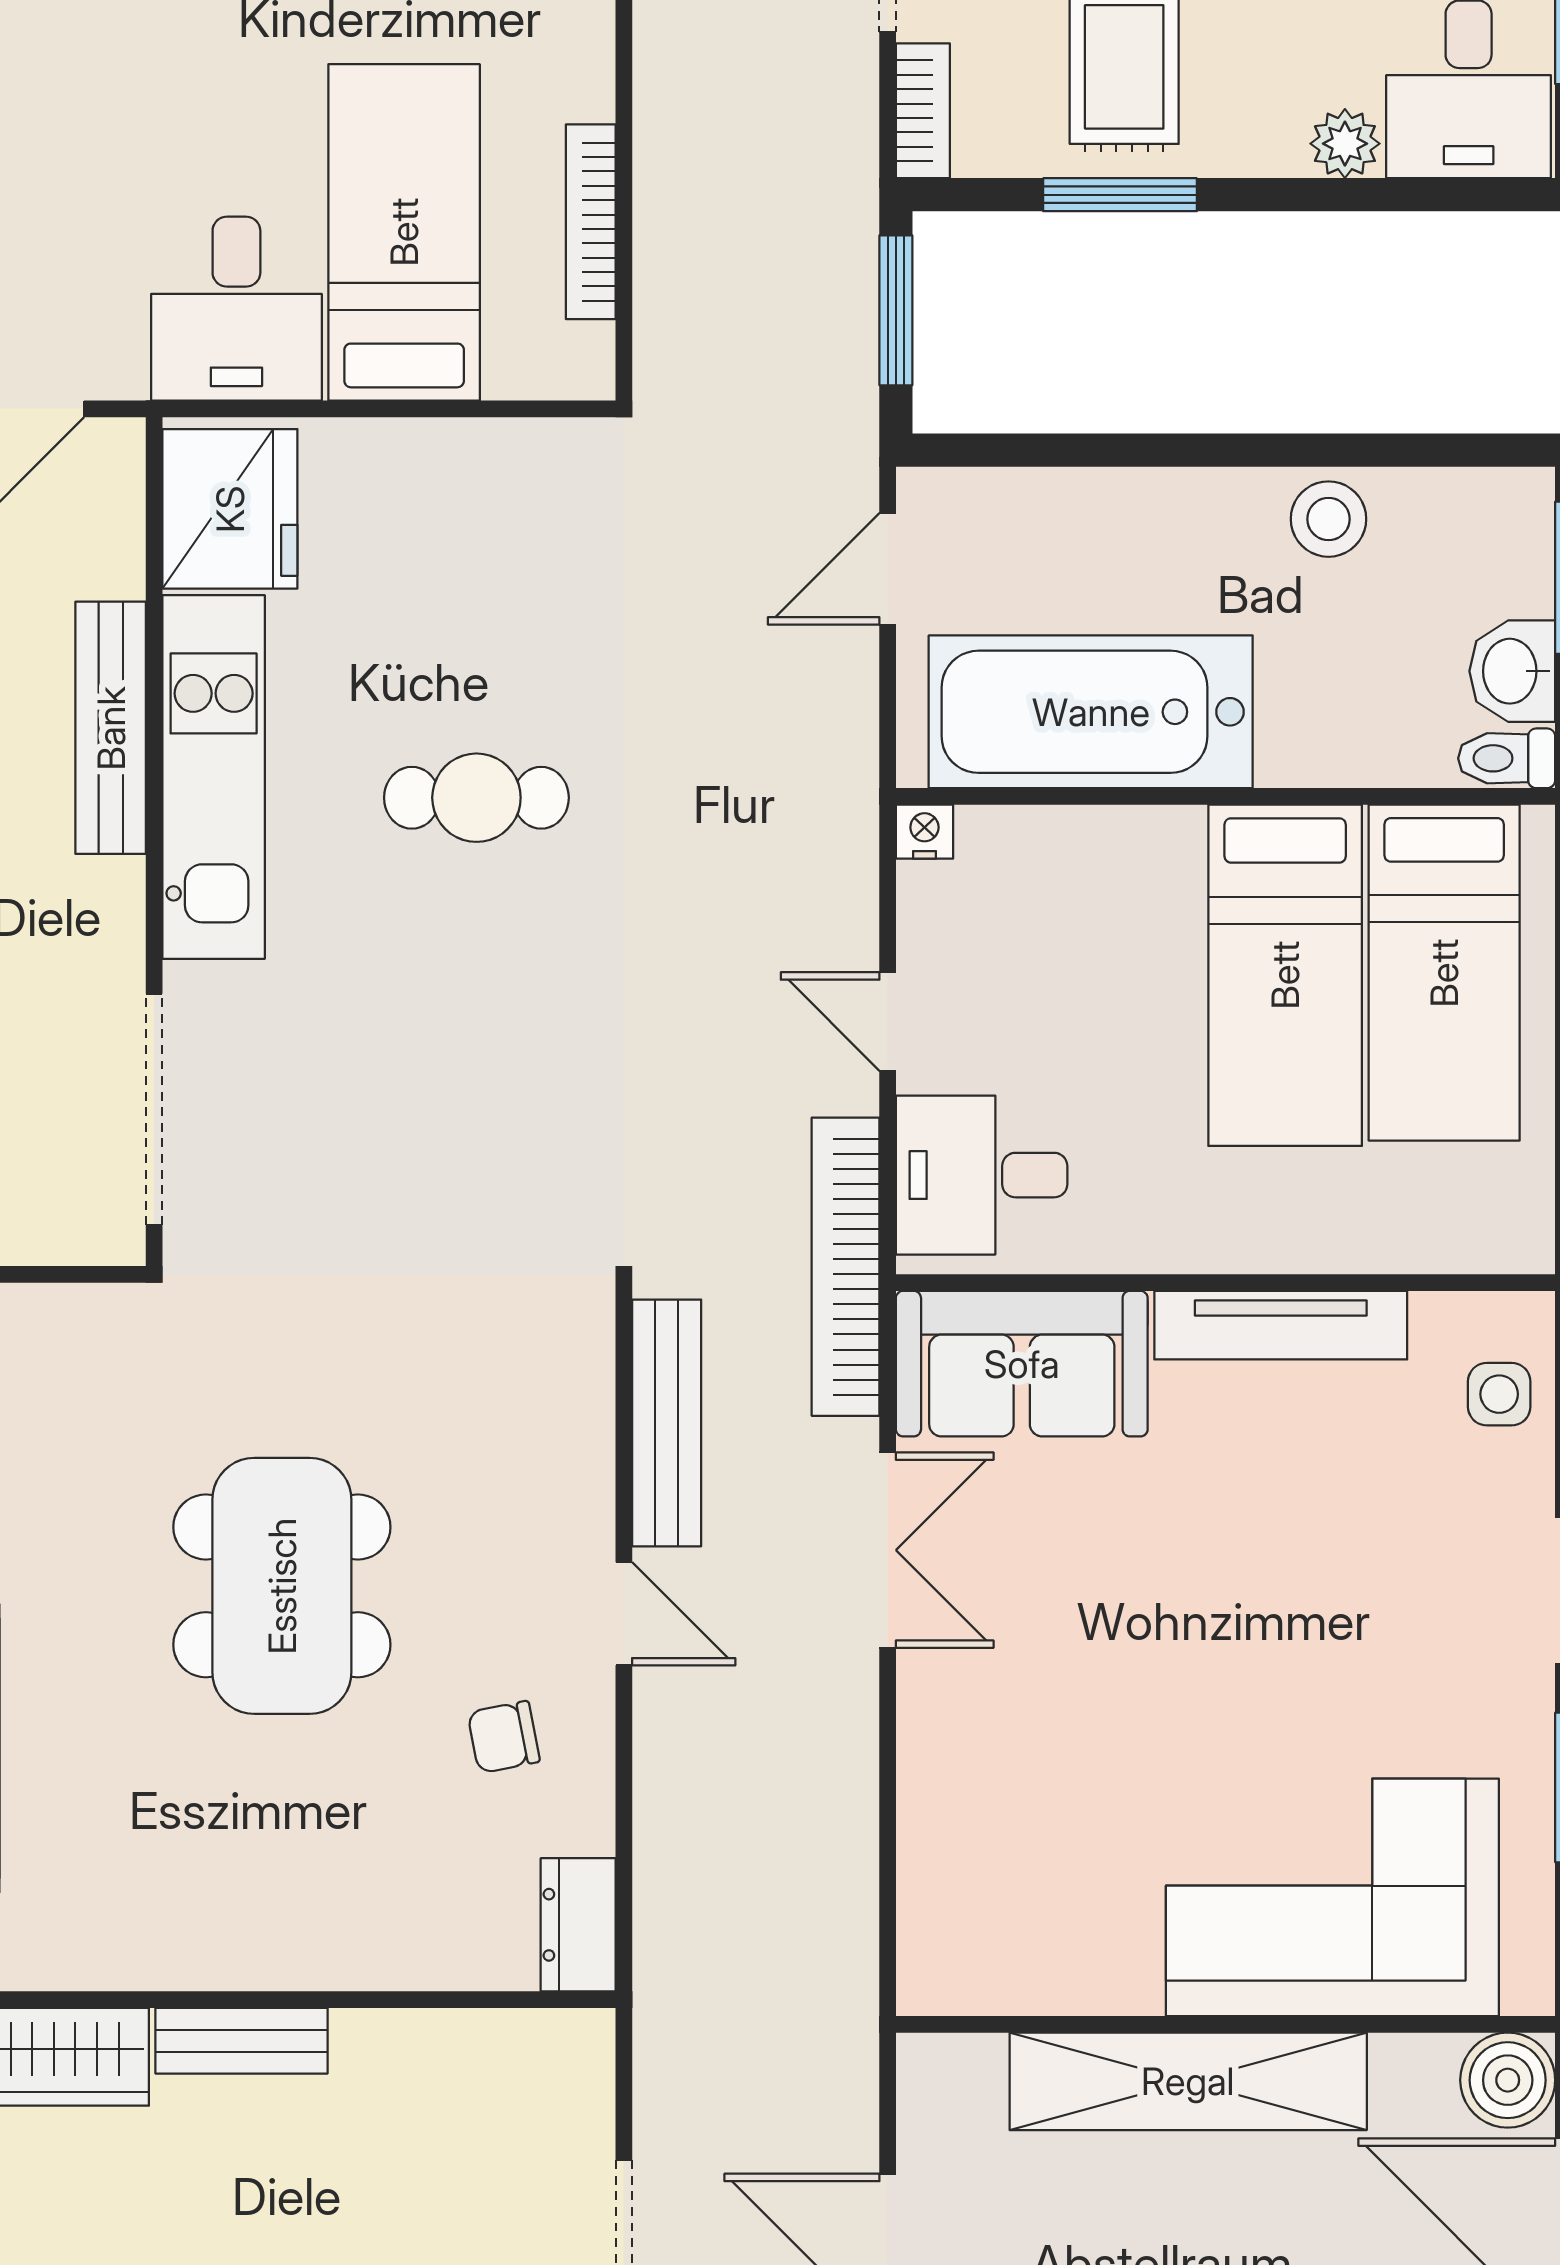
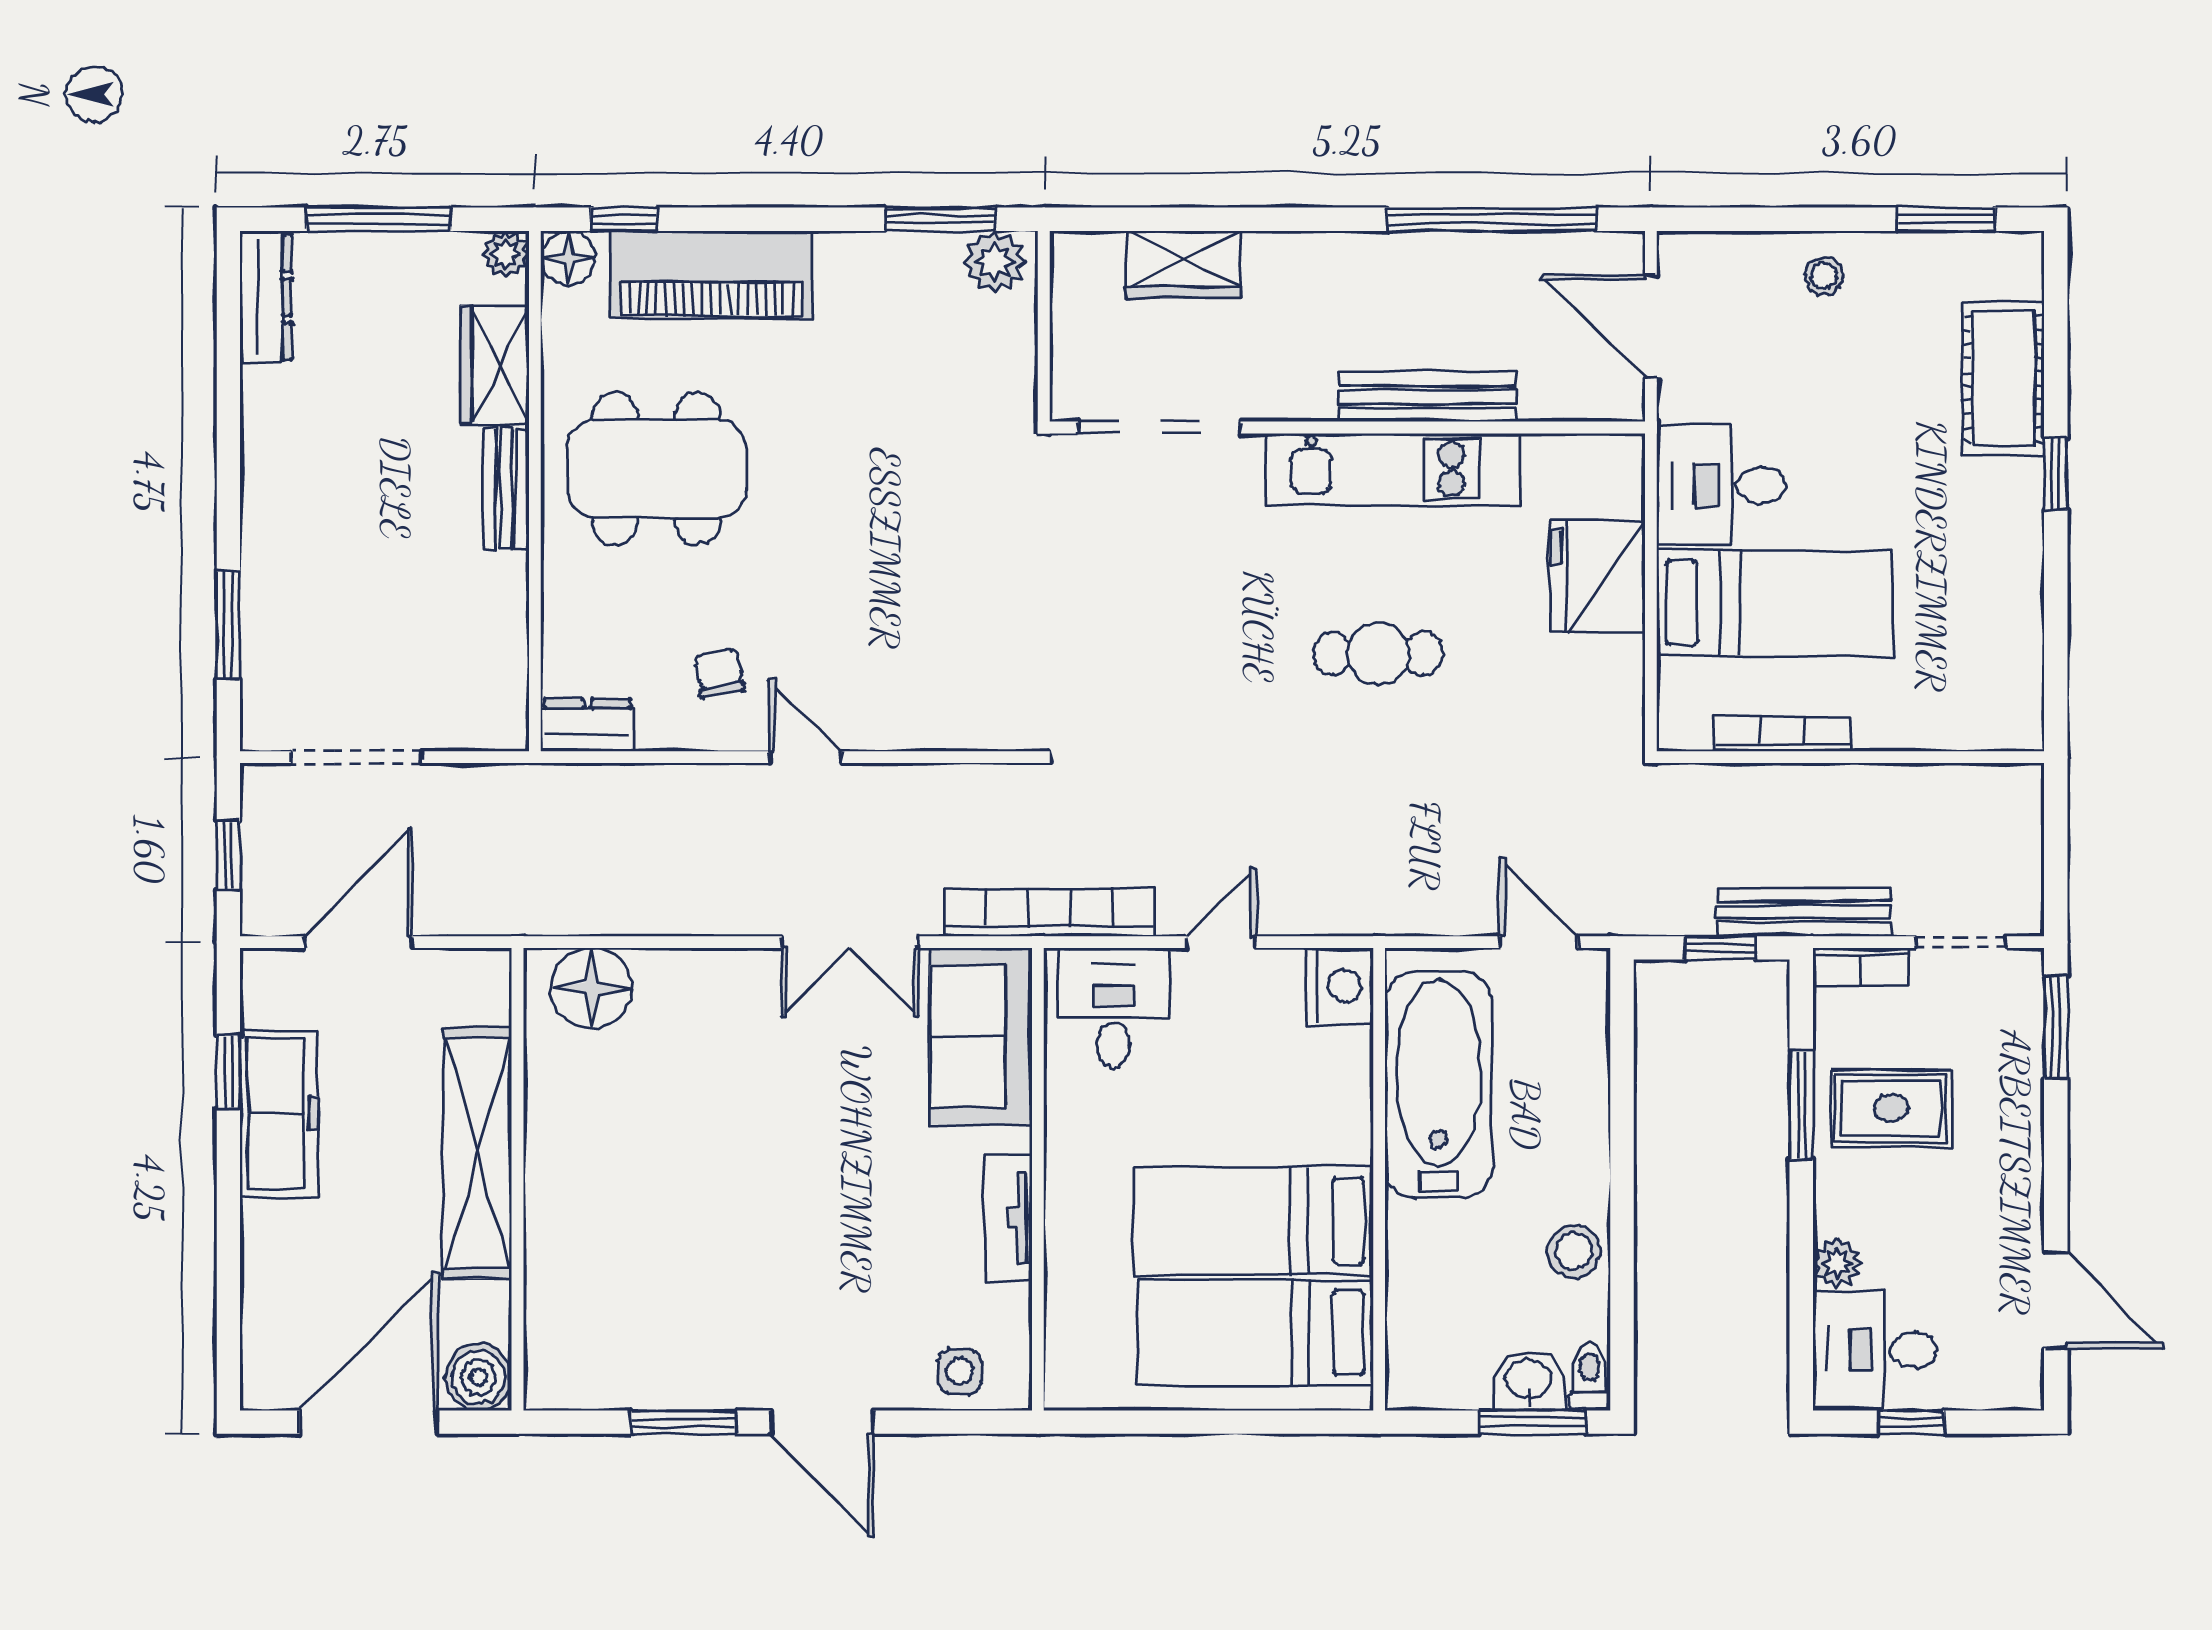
window: (896, 310) -> (1720, 948), width x0.67
fridge: (230, 509) -> (1598, 576), moved, turned 90
washbasin: (1512, 671) -> (1528, 1380), moved
toilet: (1507, 758) -> (1590, 1376), moved
cafe table: (476, 798) -> (1378, 654), turned 90
nightstand: (924, 832) -> (1339, 986), width x1.89, depth x1.79
tv unit: (1281, 1325) -> (1008, 1218), width x0.71
bench: (667, 1423) -> (1804, 912), moved
dining table: (282, 1586) -> (657, 469), moved
door: (624, 1614) -> (806, 757), swing flipped
corner sofa: (1332, 1897) -> (607, 1254), removed
floor lamp: (953, 1919) -> (592, 988), added

